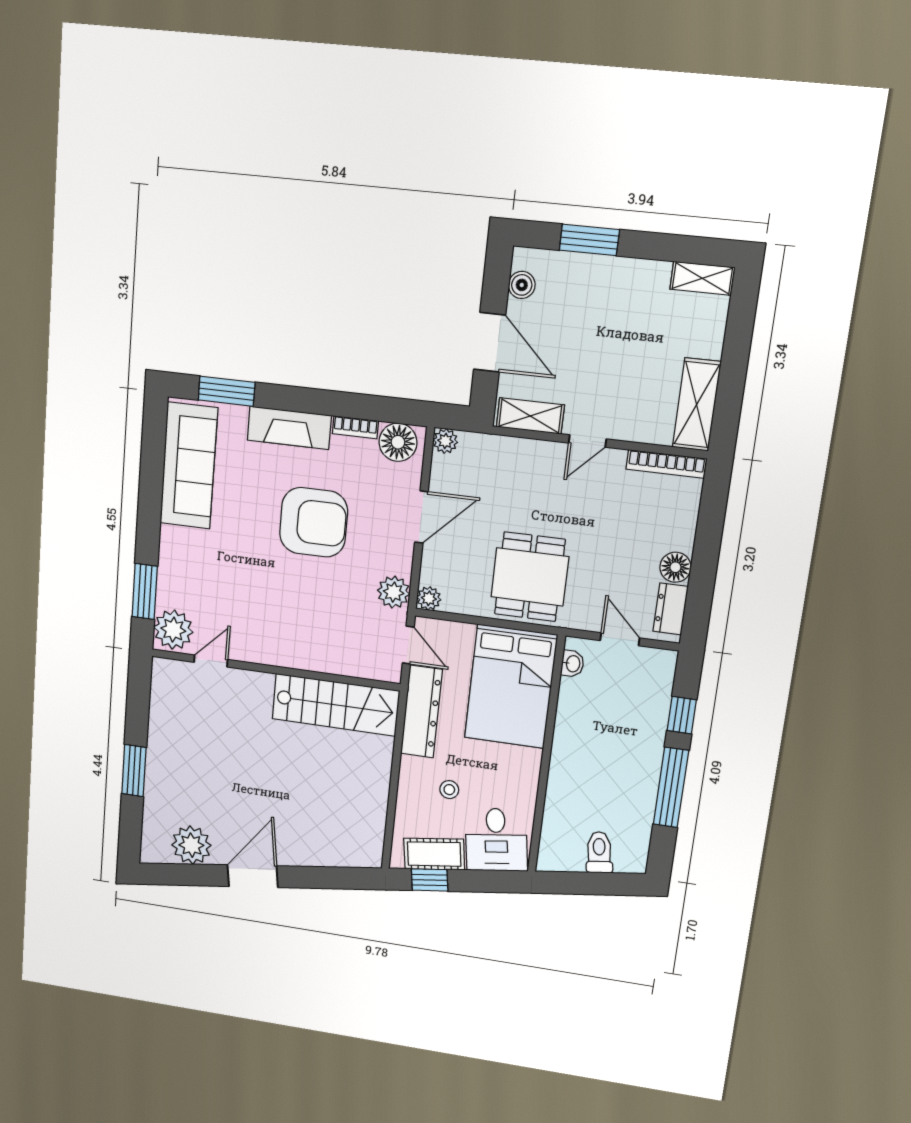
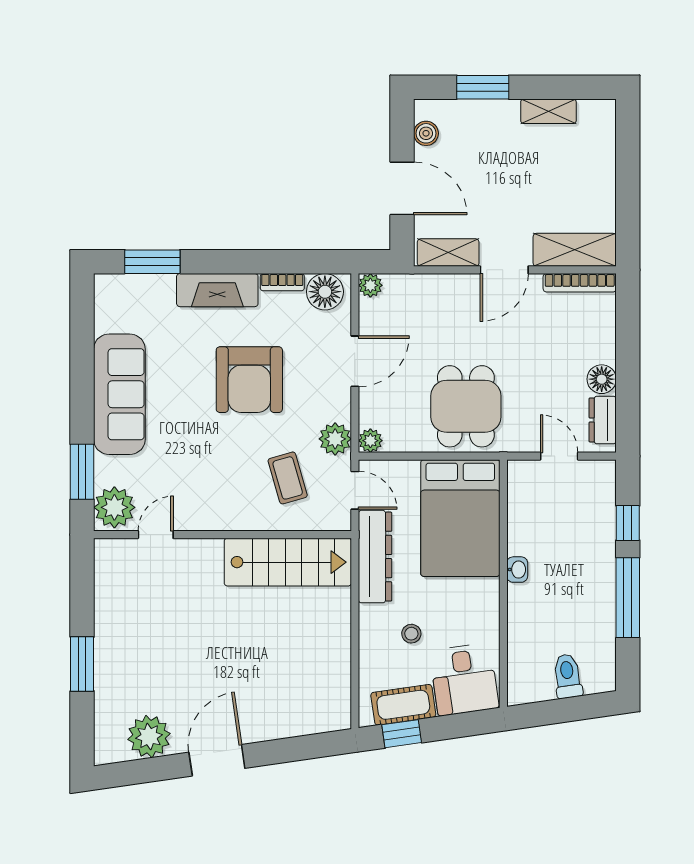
shelving: (702, 278) -> (548, 111), moved
shelving: (697, 405) -> (575, 250), moved, turned 90
door: (587, 441) -> (504, 270), width x1.38
sofa: (189, 466) -> (119, 394), moved
armchair: (314, 522) -> (249, 380), turned 90
coffee table: (343, 624) -> (288, 478), added
washbasin: (572, 664) -> (517, 570), moved

